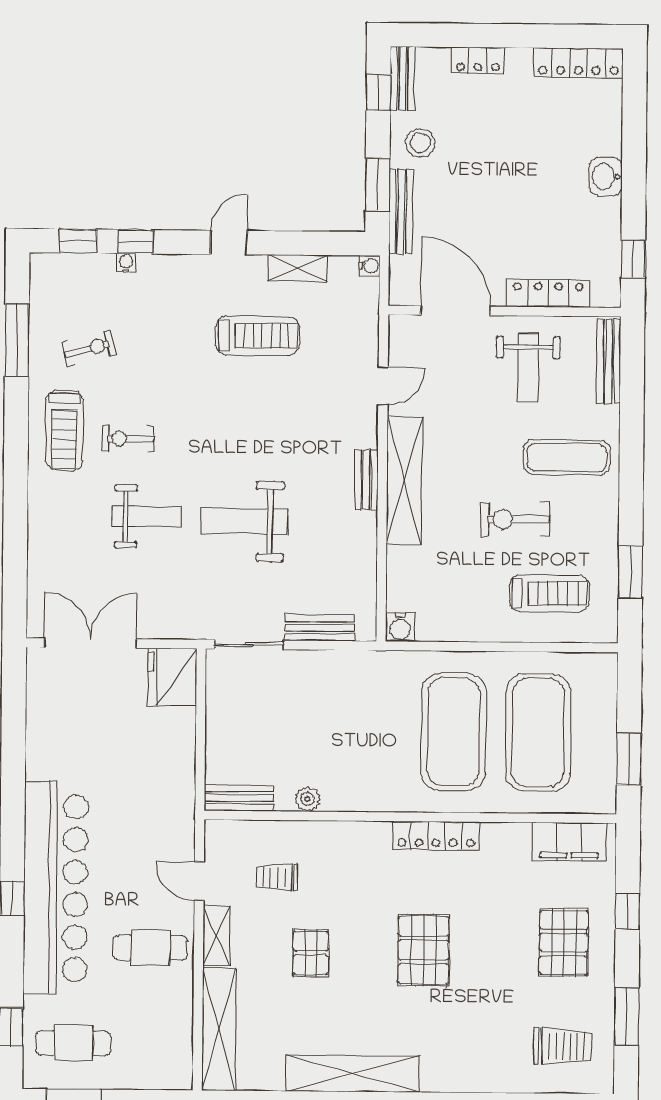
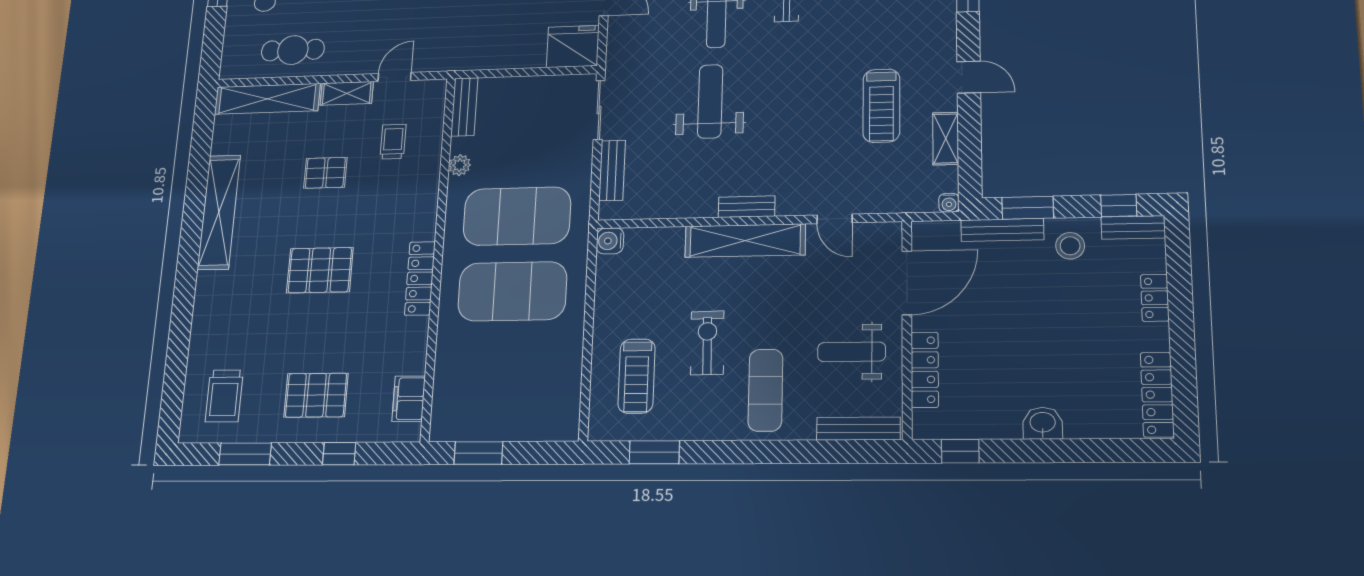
exercise mat: (538, 733) -> (517, 216), moved
filing cabinet: (569, 842) -> (409, 399), width x0.67, depth x0.86
cafe table: (150, 948) -> (293, 50), moved, turned 90

